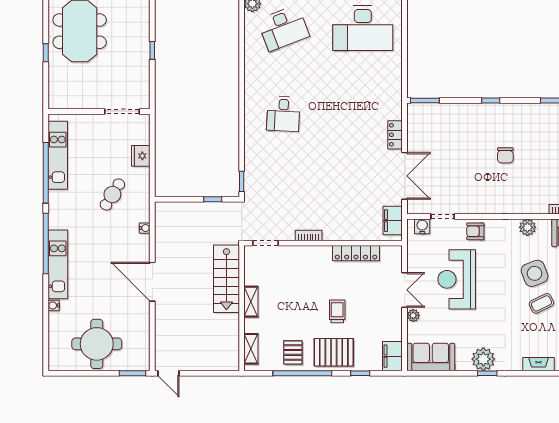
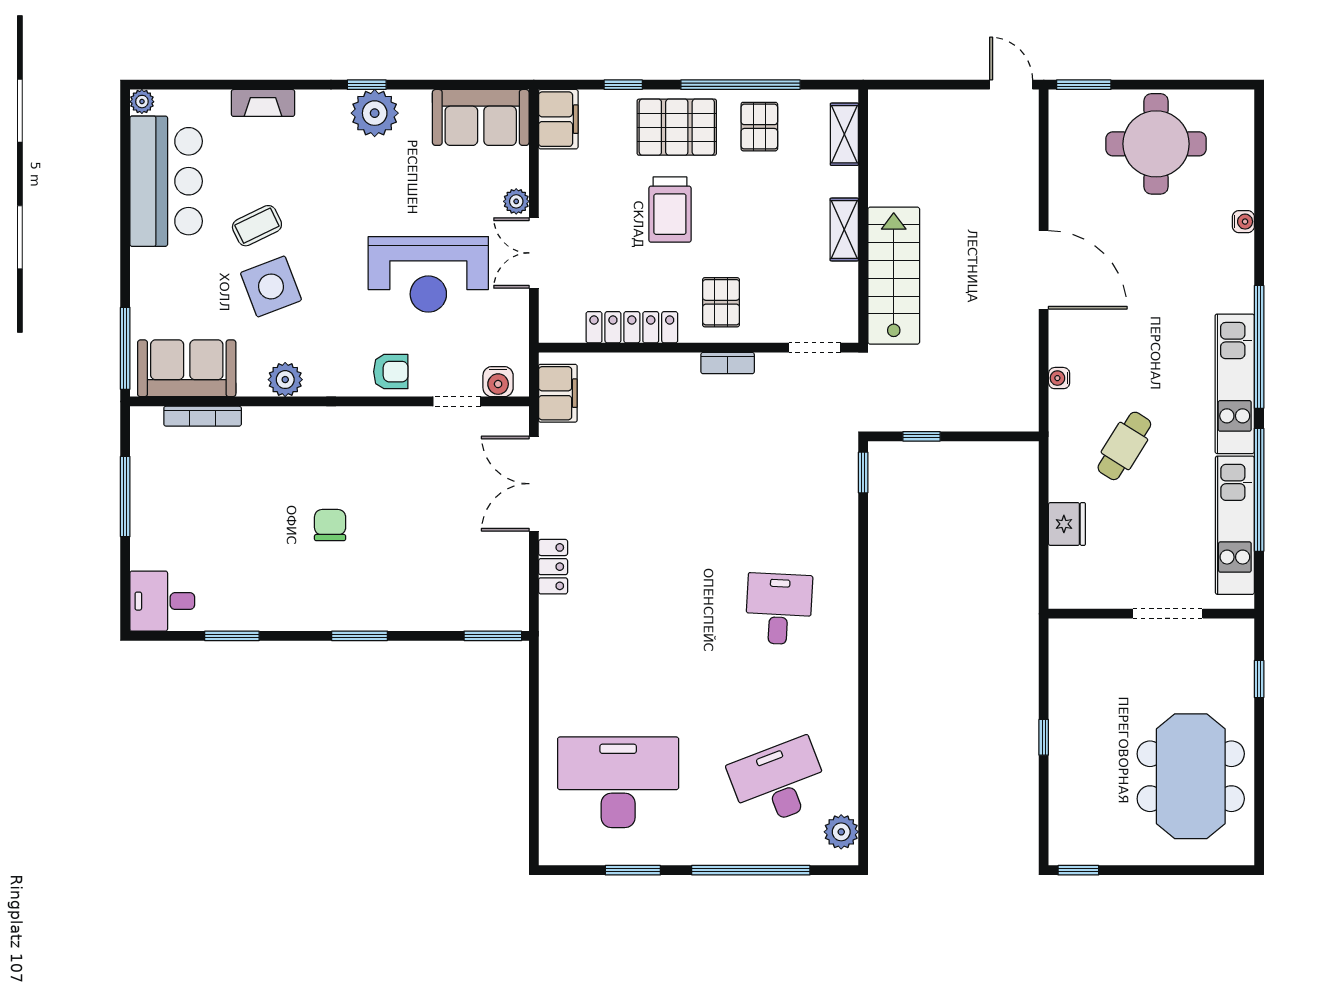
window: (46, 53) -> (1259, 679), moved
window: (491, 101) -> (360, 636), width x1.50
doorway: (122, 112) -> (1168, 614), moved
kitchen unit: (58, 264) -> (1235, 384), moved
pallet: (312, 266) -> (721, 302), added
reception desk: (457, 279) -> (428, 274), turned 90
trolley: (337, 311) -> (670, 210), width x1.36, depth x1.39

